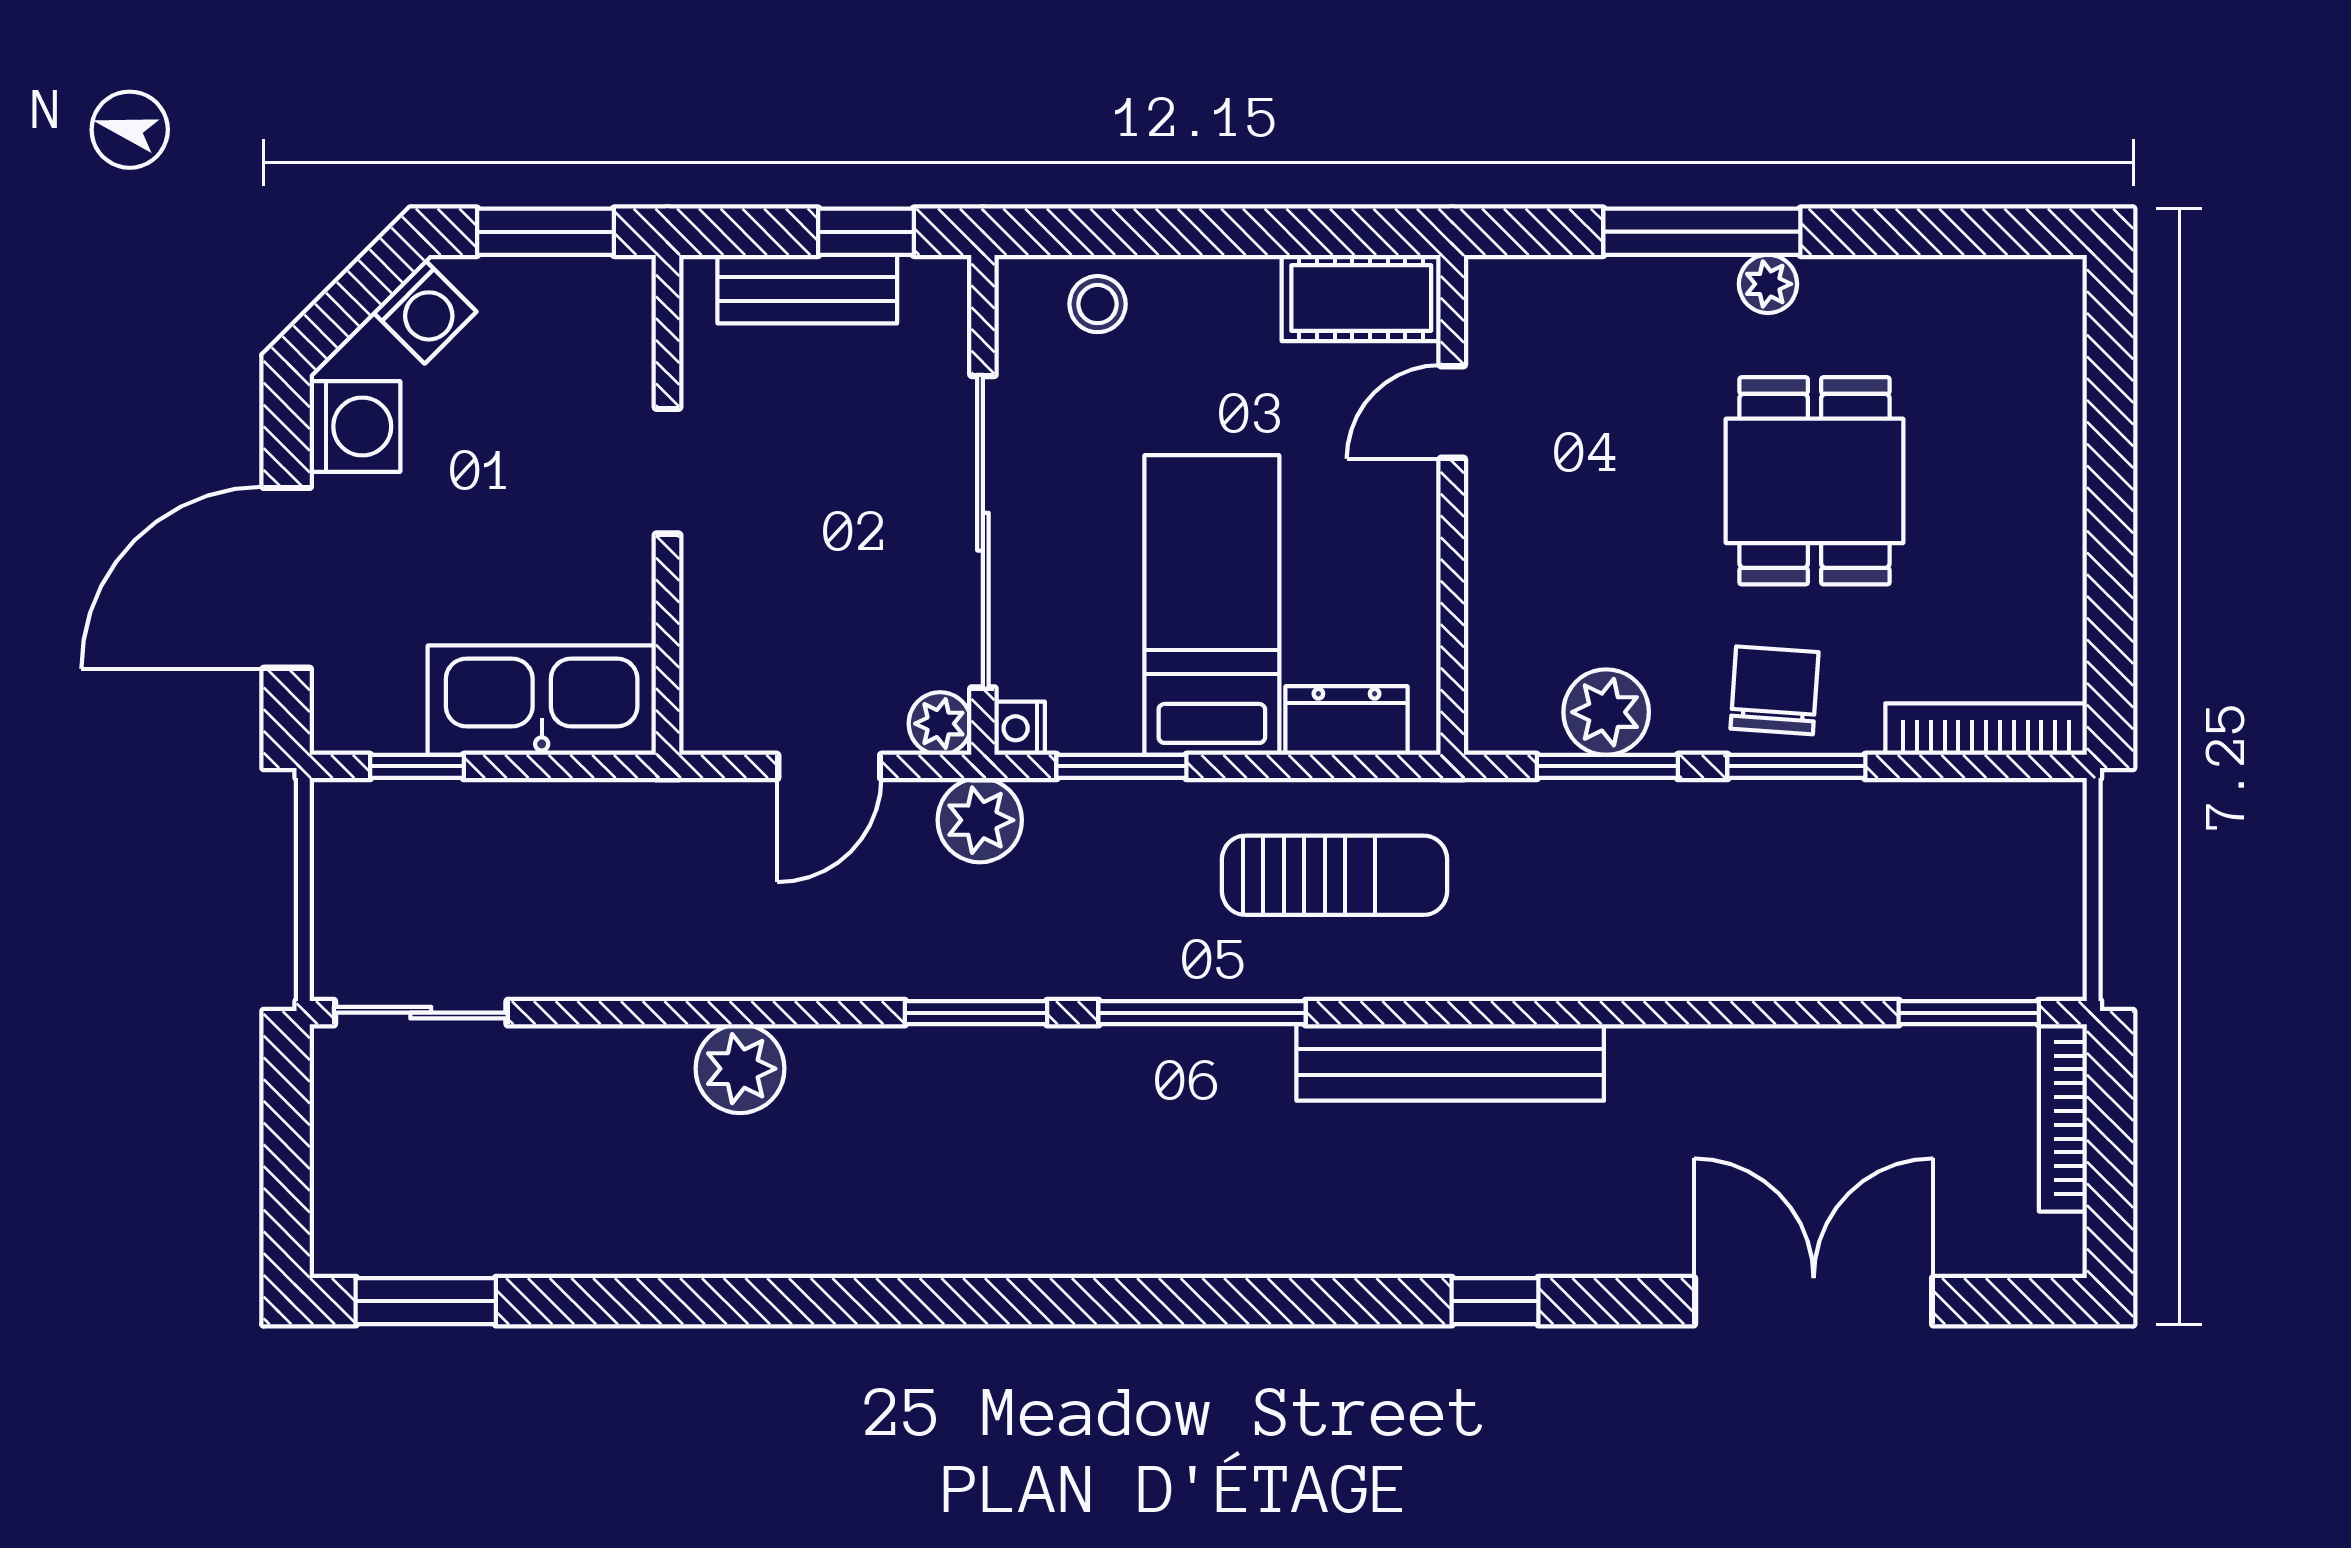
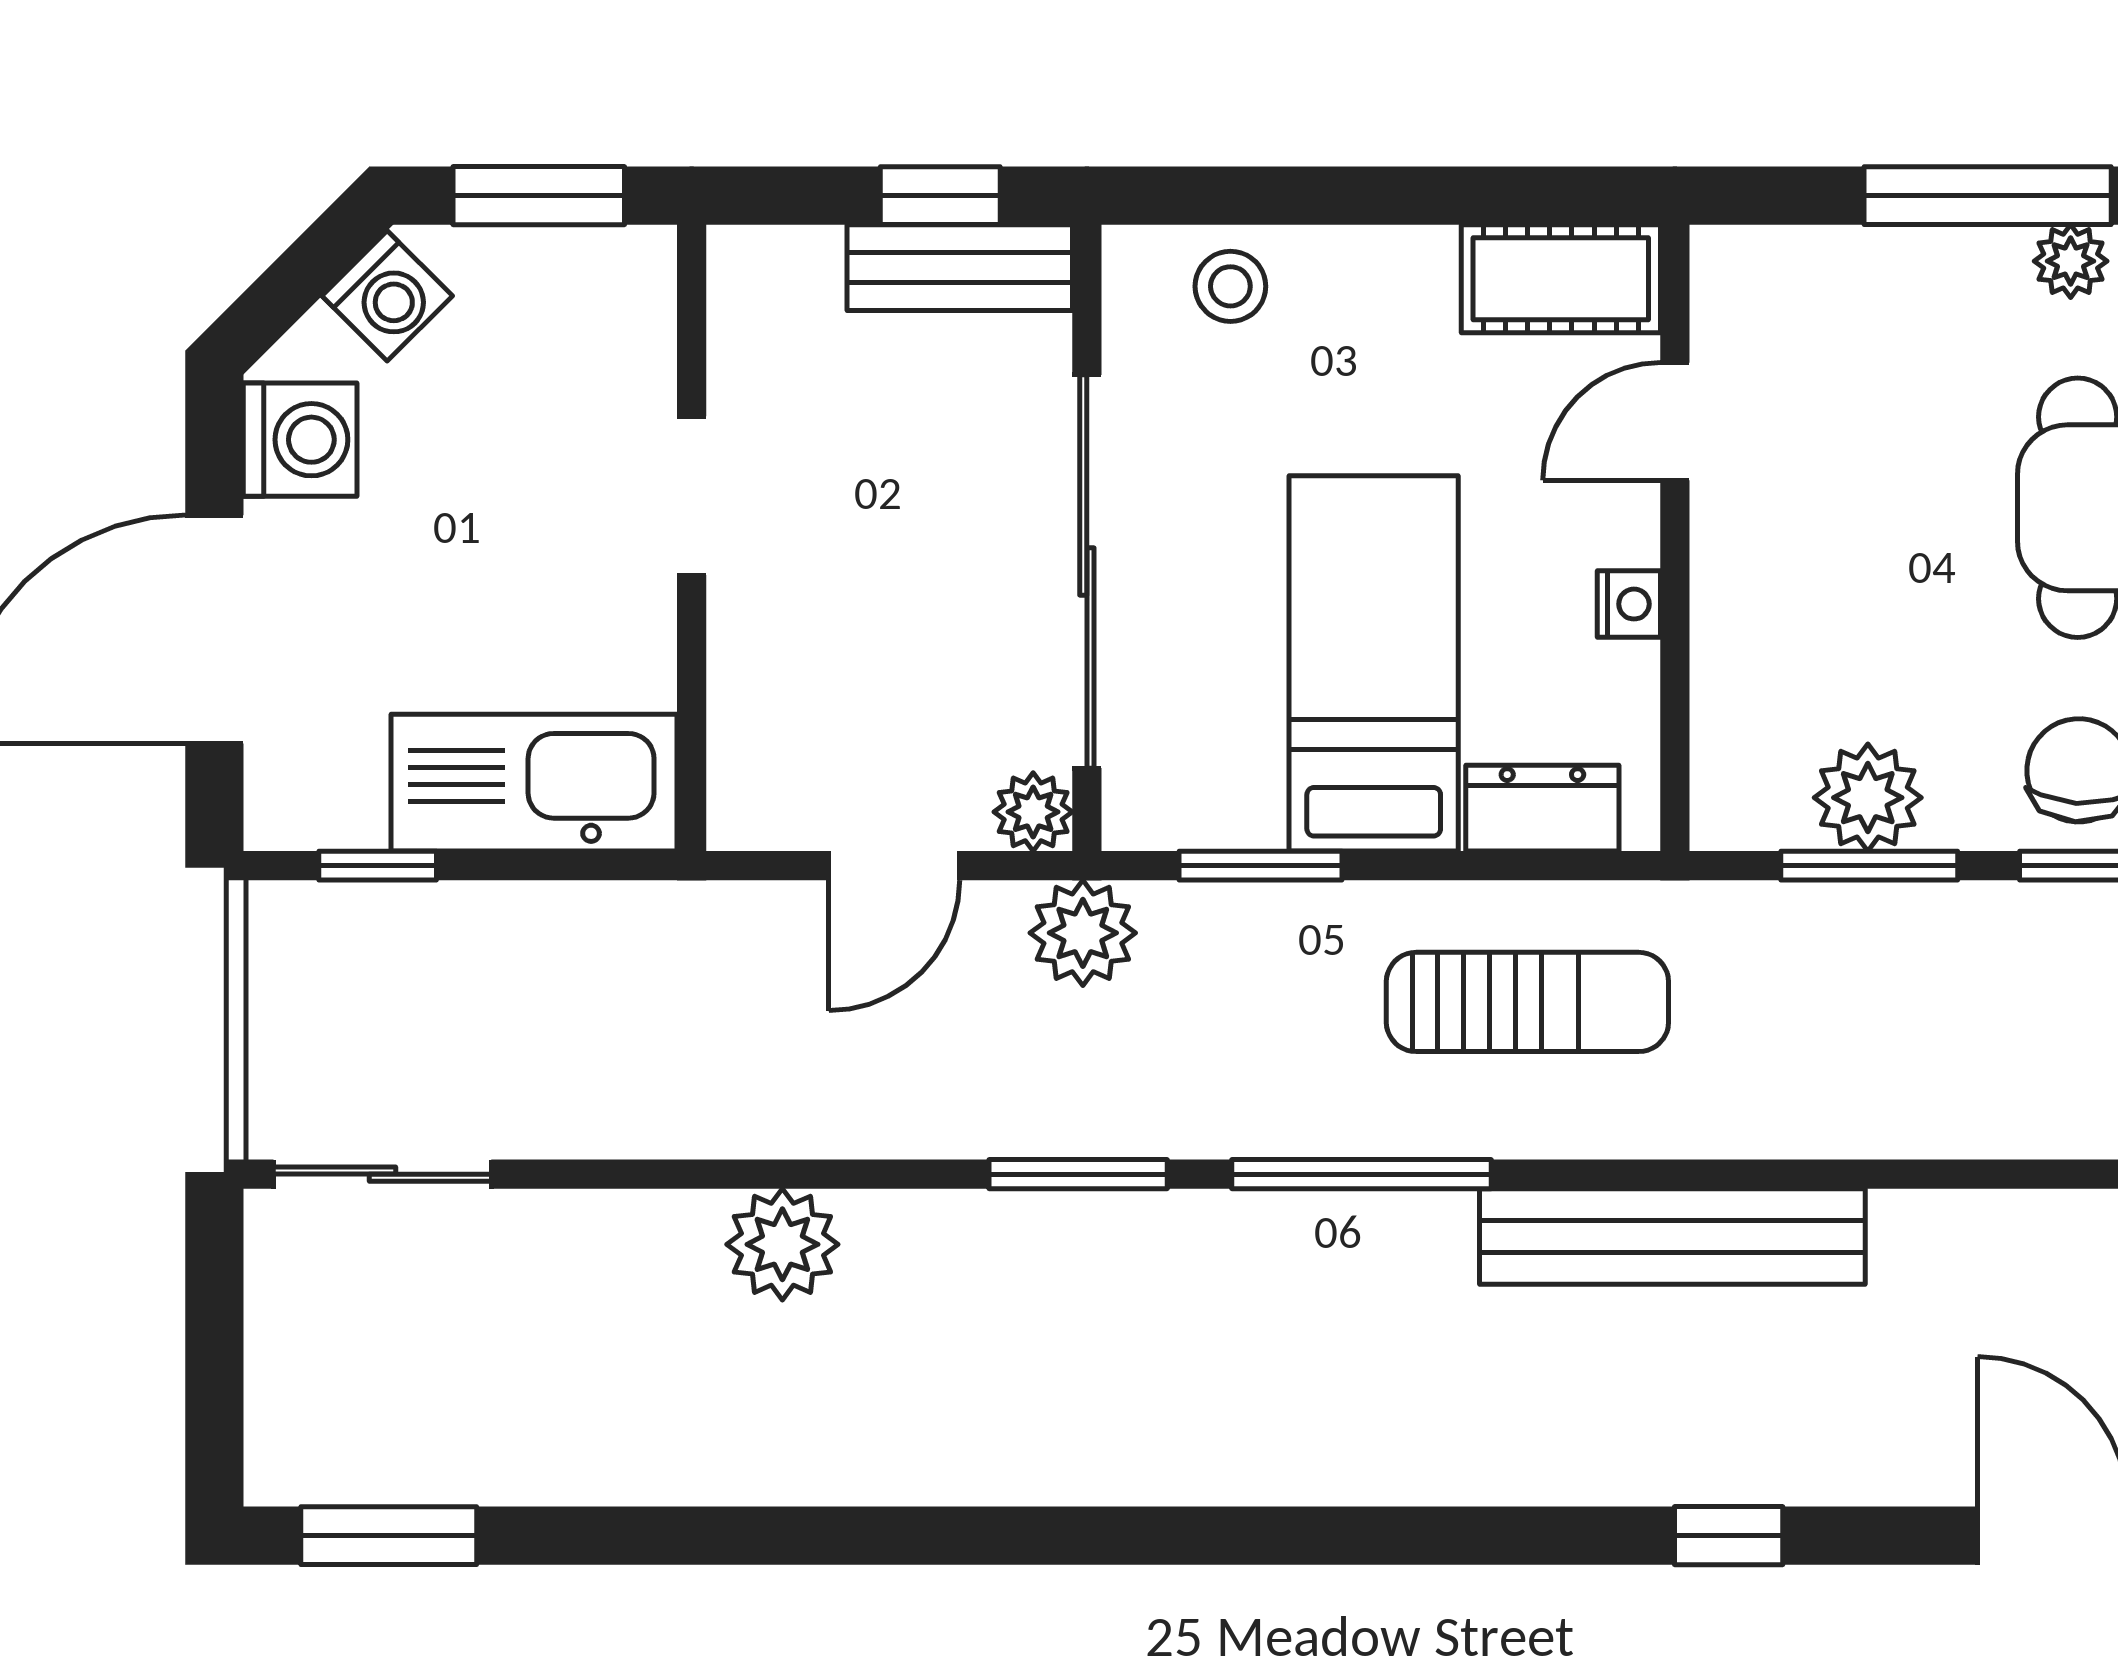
bench: (807, 289) -> (960, 268), moved
nightstand: (1020, 728) -> (1629, 604), moved, turned 180

